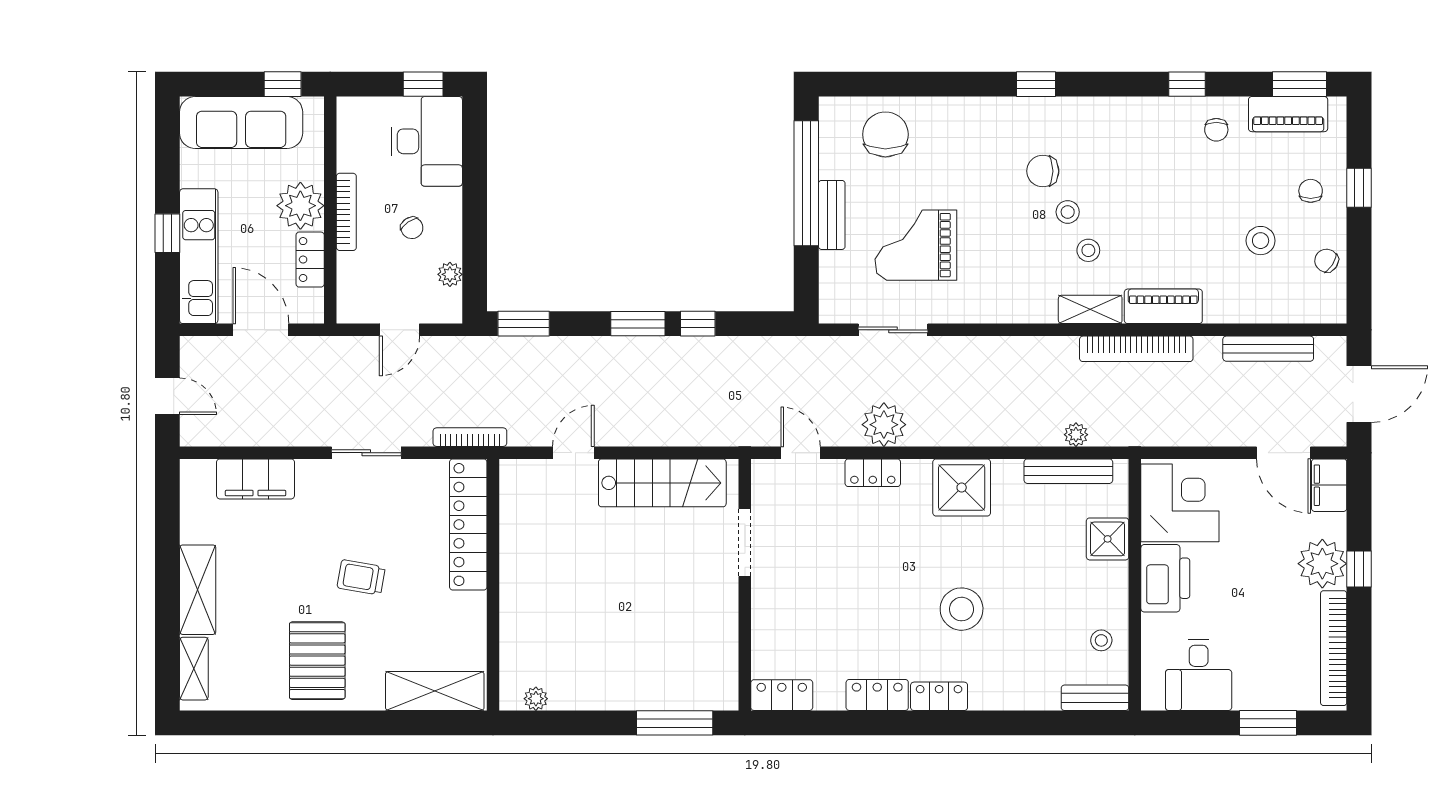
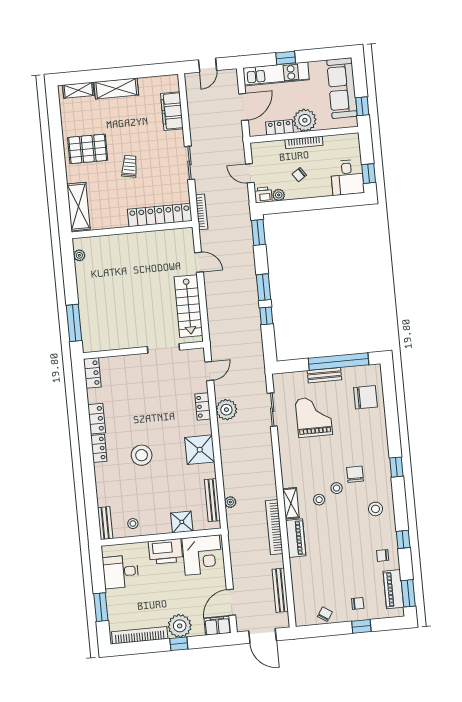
desk: (427, 141) -> (347, 177), width x0.73
stool: (1261, 241) -> (375, 509), moved
printer: (447, 306) -> (263, 195), added

